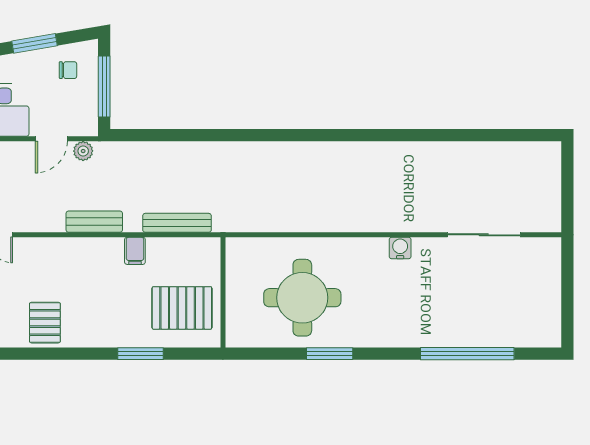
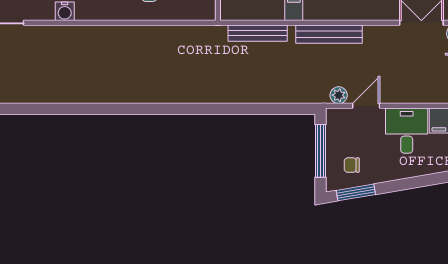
window: (34, 43) -> (356, 192), moved
bench: (94, 222) -> (329, 34), width x1.36

